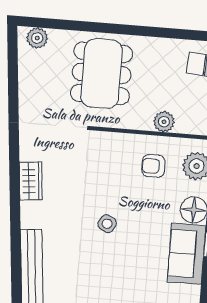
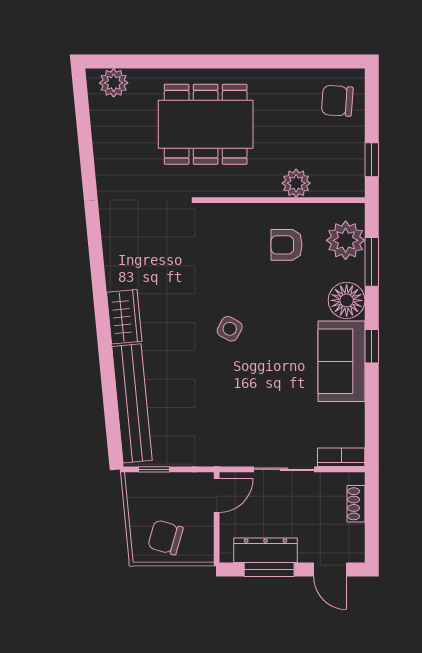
dining table: (102, 73) -> (206, 124), turned 90
wardrobe: (31, 181) -> (124, 317), moved

